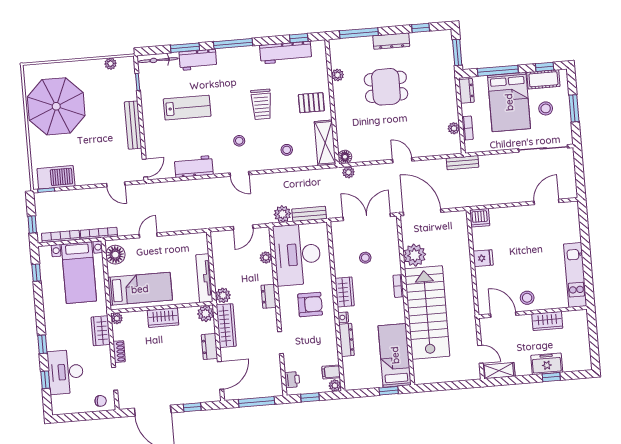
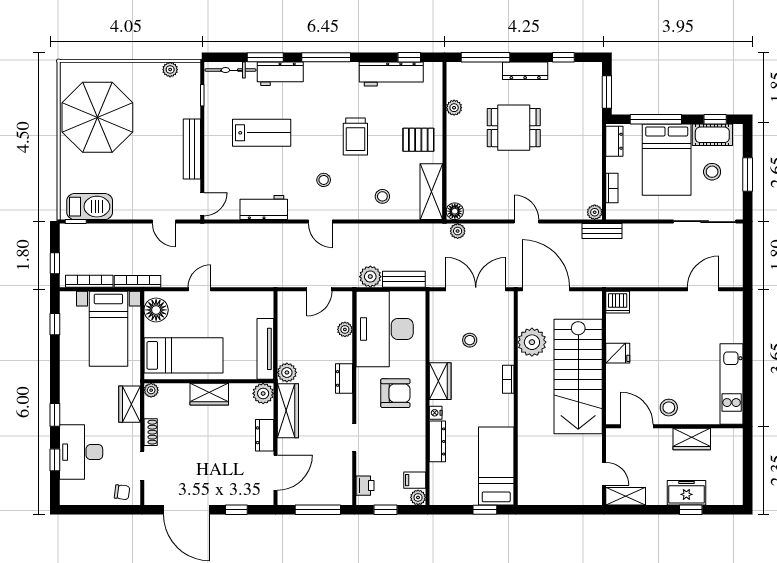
plant: (454, 128) -> (595, 212), moved
stairs: (427, 312) -> (578, 376), moved, turned 180

